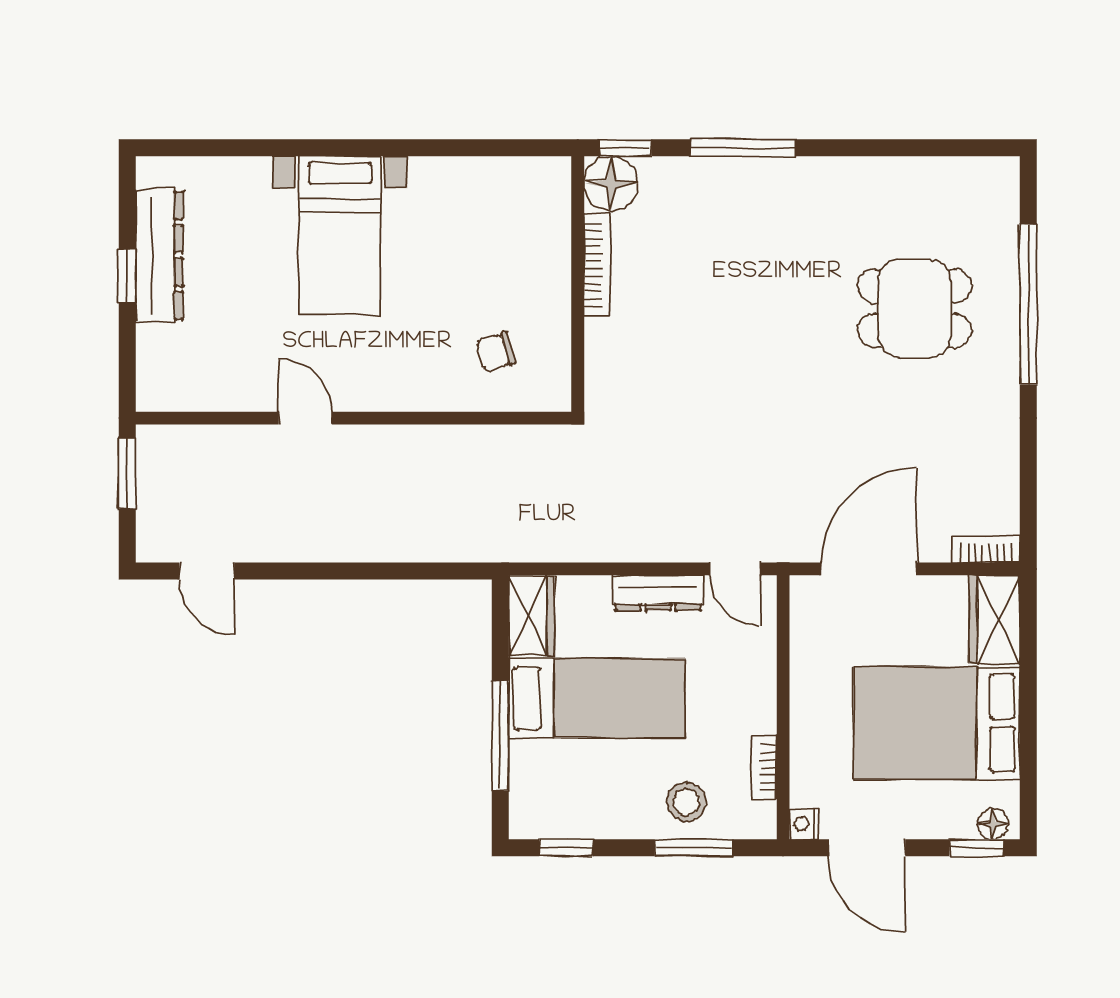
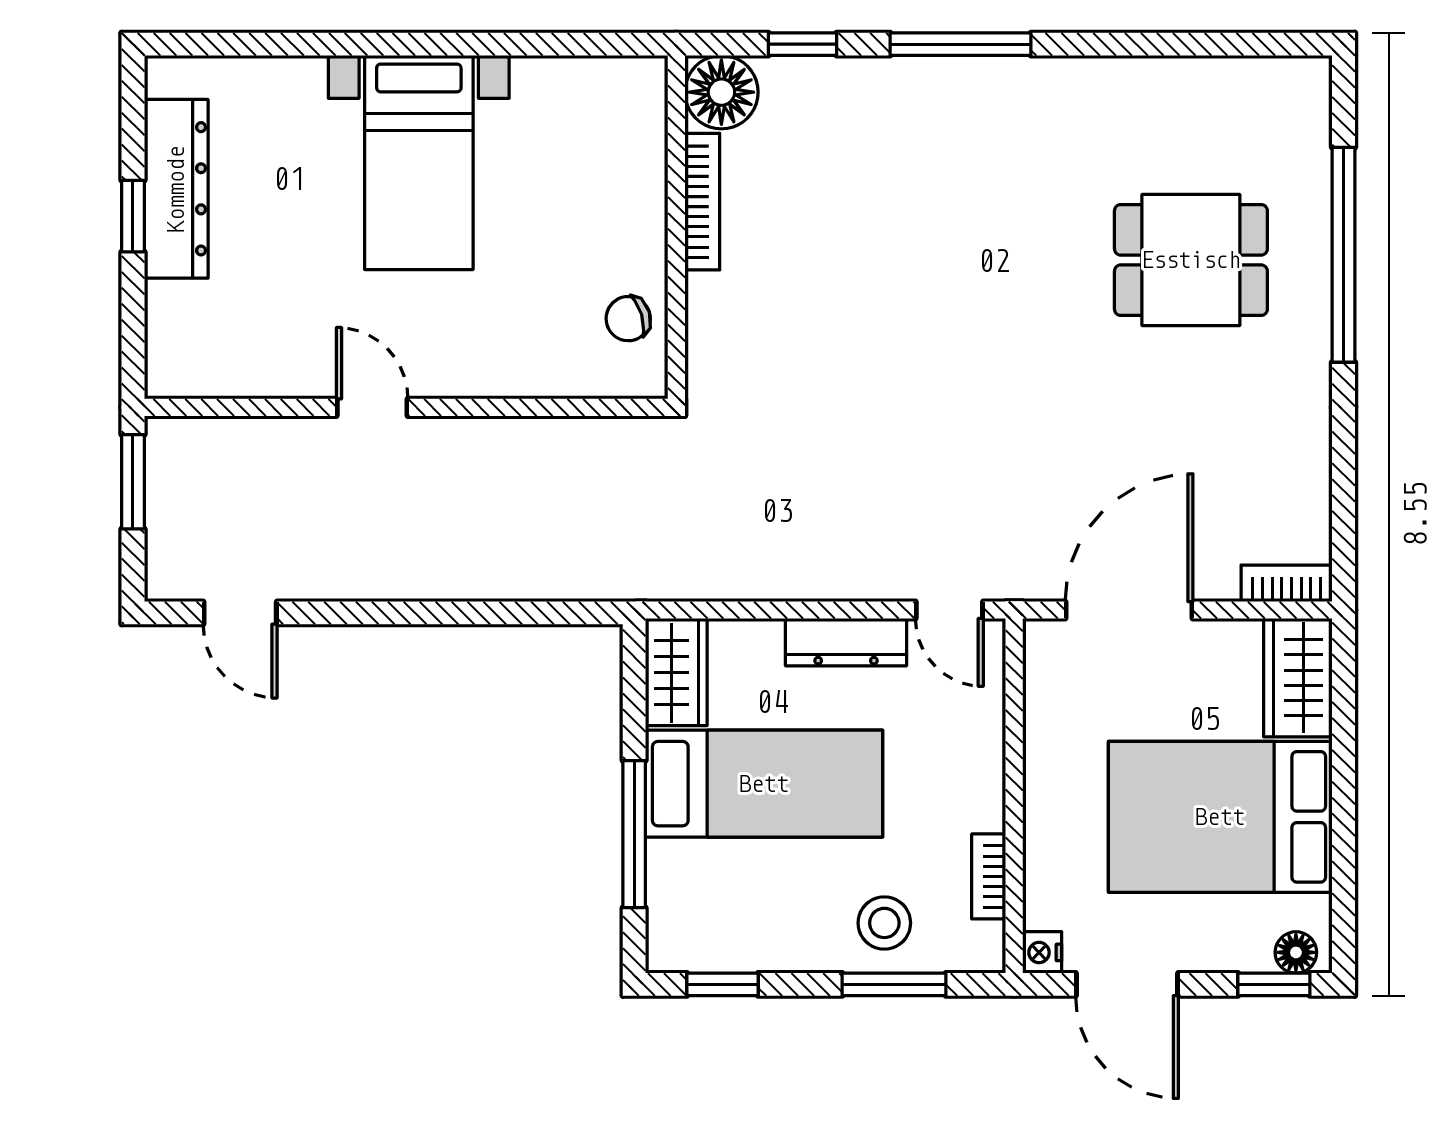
floor lamp: (611, 183) -> (721, 92), moved
bookcase: (597, 265) -> (702, 202), moved
wall: (578, 284) -> (676, 227), moved

